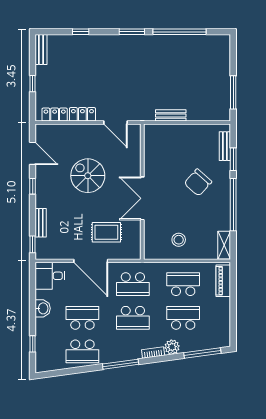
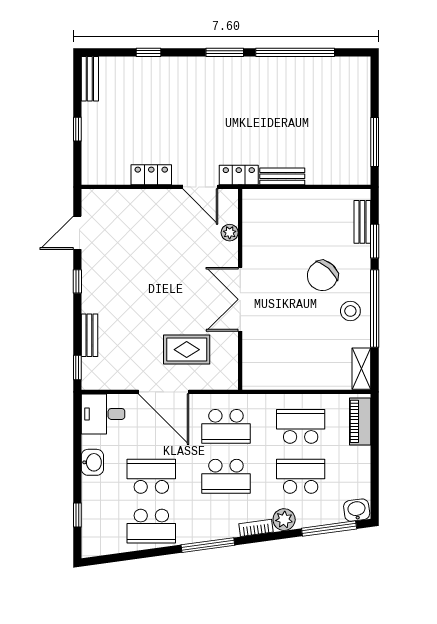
locker: (55, 115) -> (239, 175), moved
door: (33, 153) -> (77, 233), swing flipped
plant: (135, 153) -> (230, 233), added
spiral stairs: (88, 176) -> (159, 266), removed
stool: (179, 240) -> (350, 311), moved
washbasin: (221, 341) -> (357, 510), added

